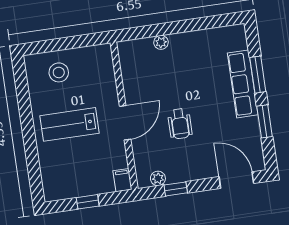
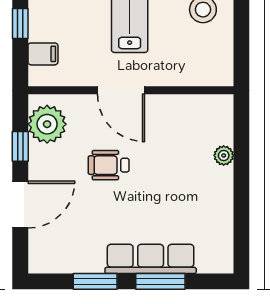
plant: (158, 178) -> (47, 124), width x1.87, depth x1.87
filing cabinet: (122, 180) -> (43, 54), moved
door: (236, 180) -> (20, 204), moved

